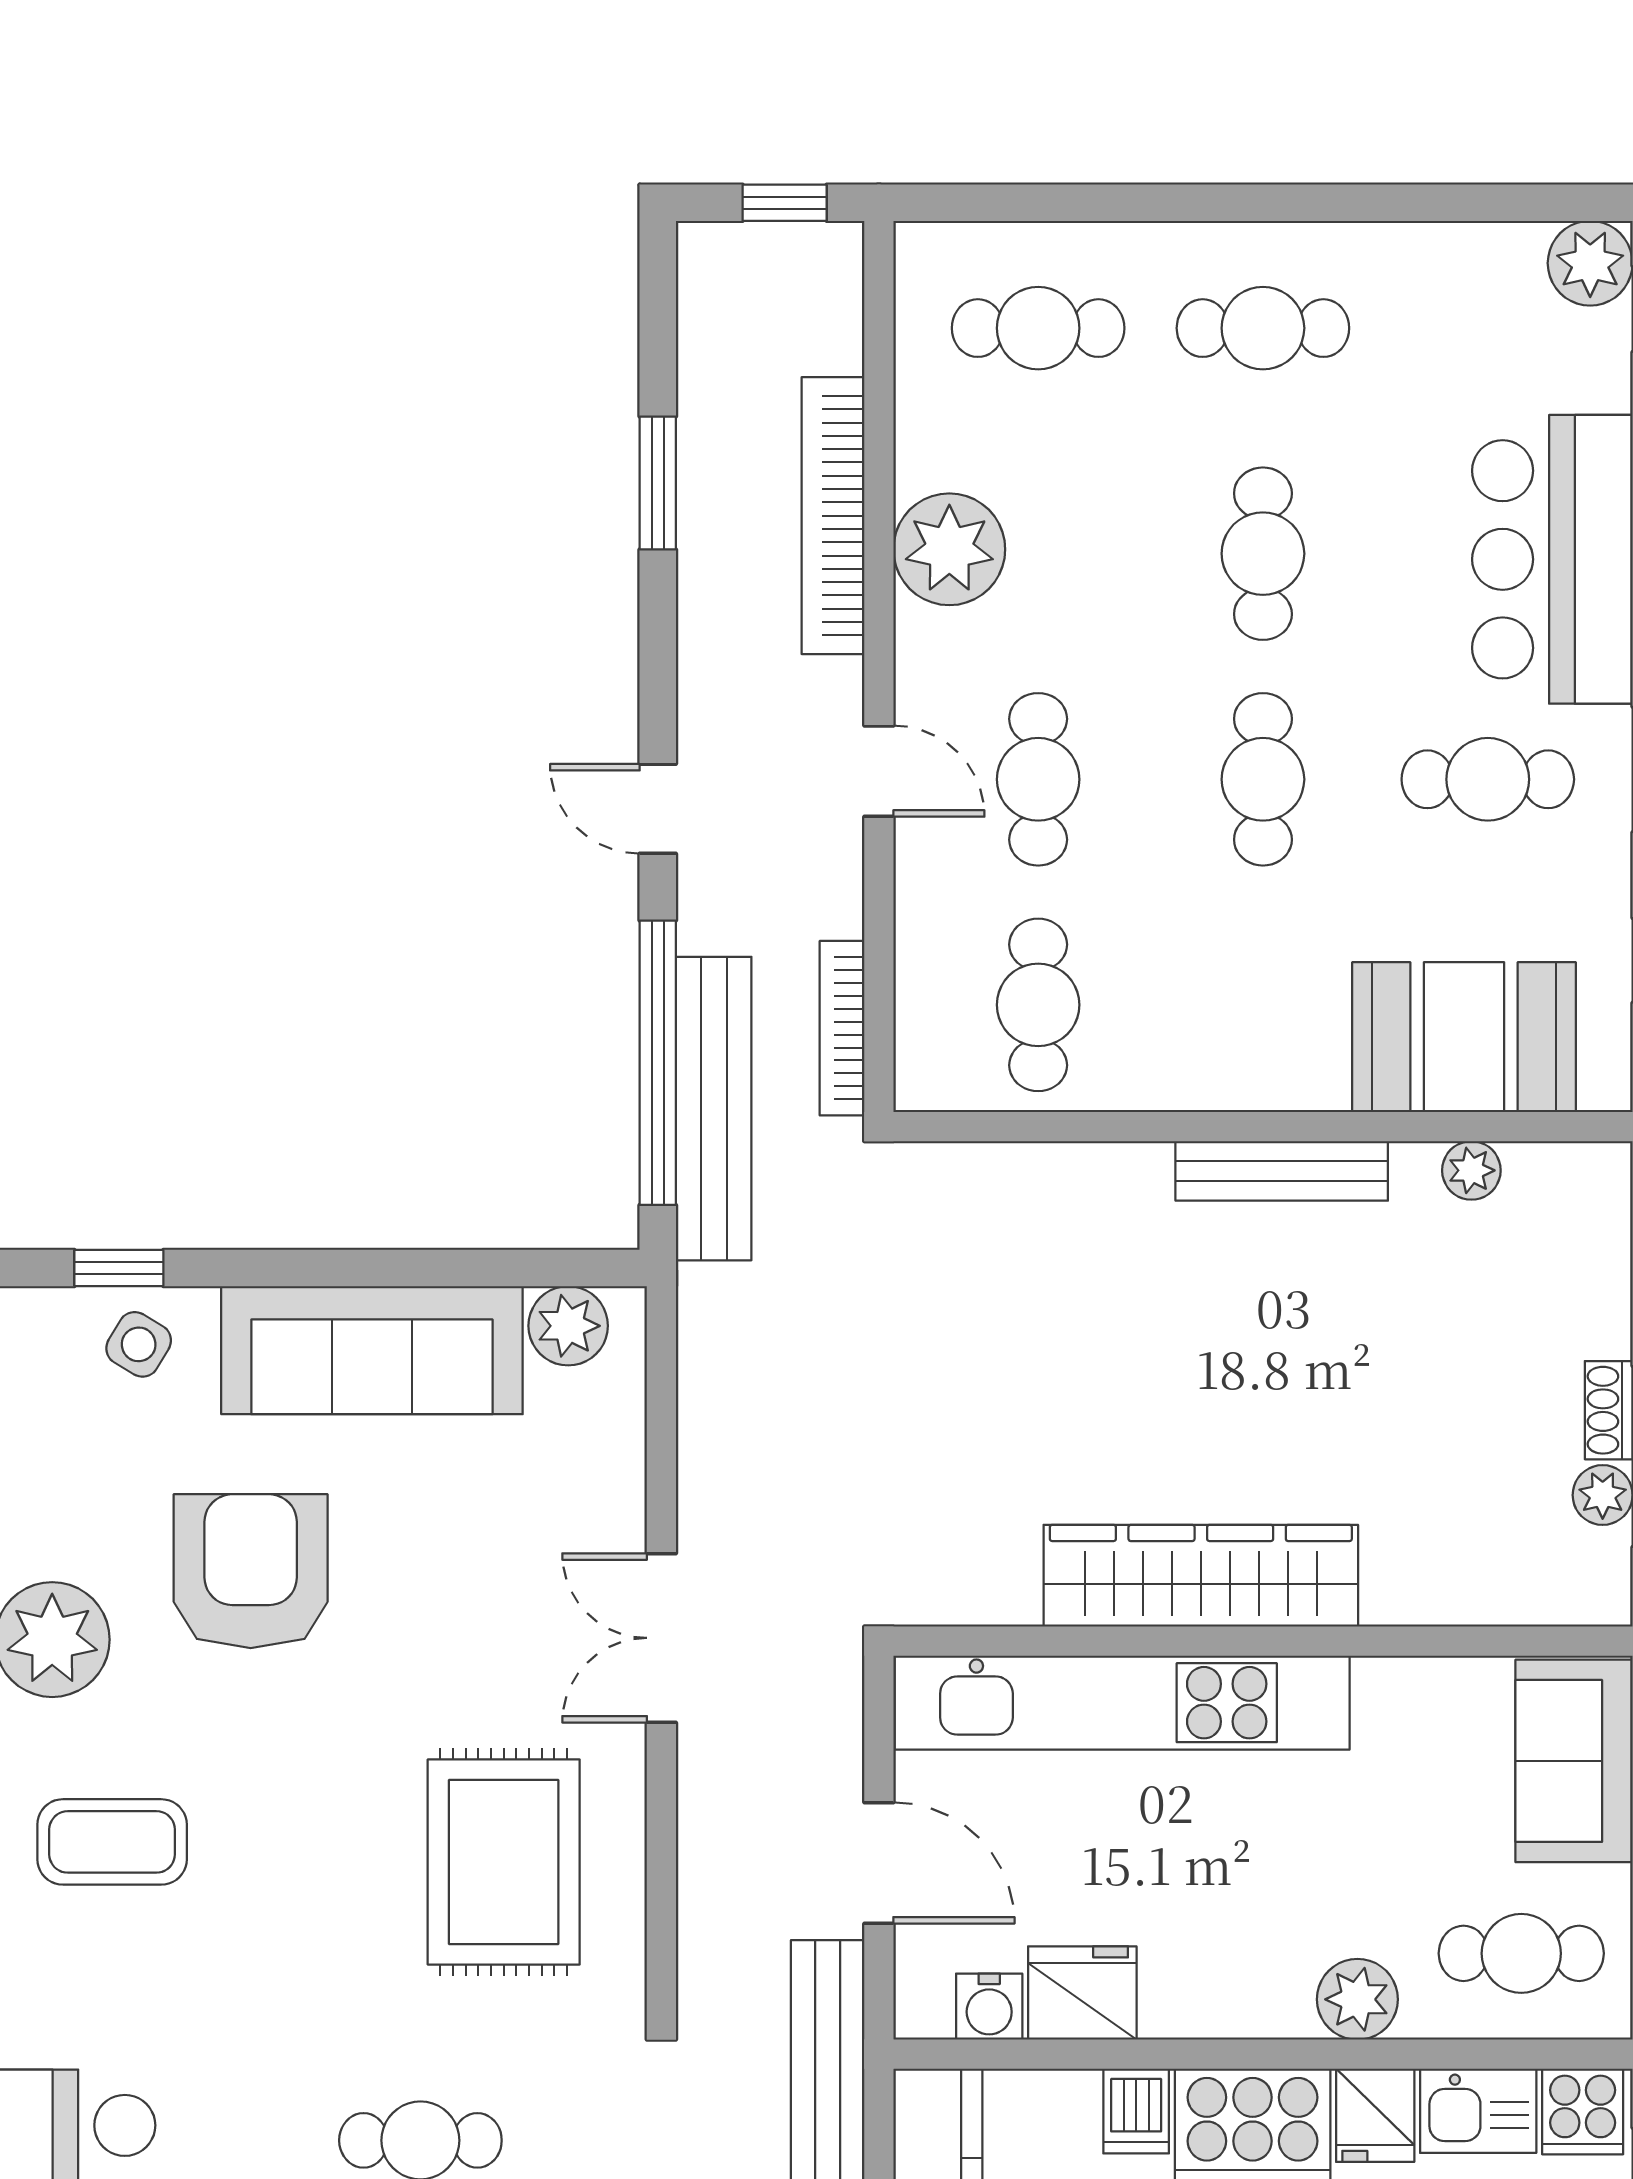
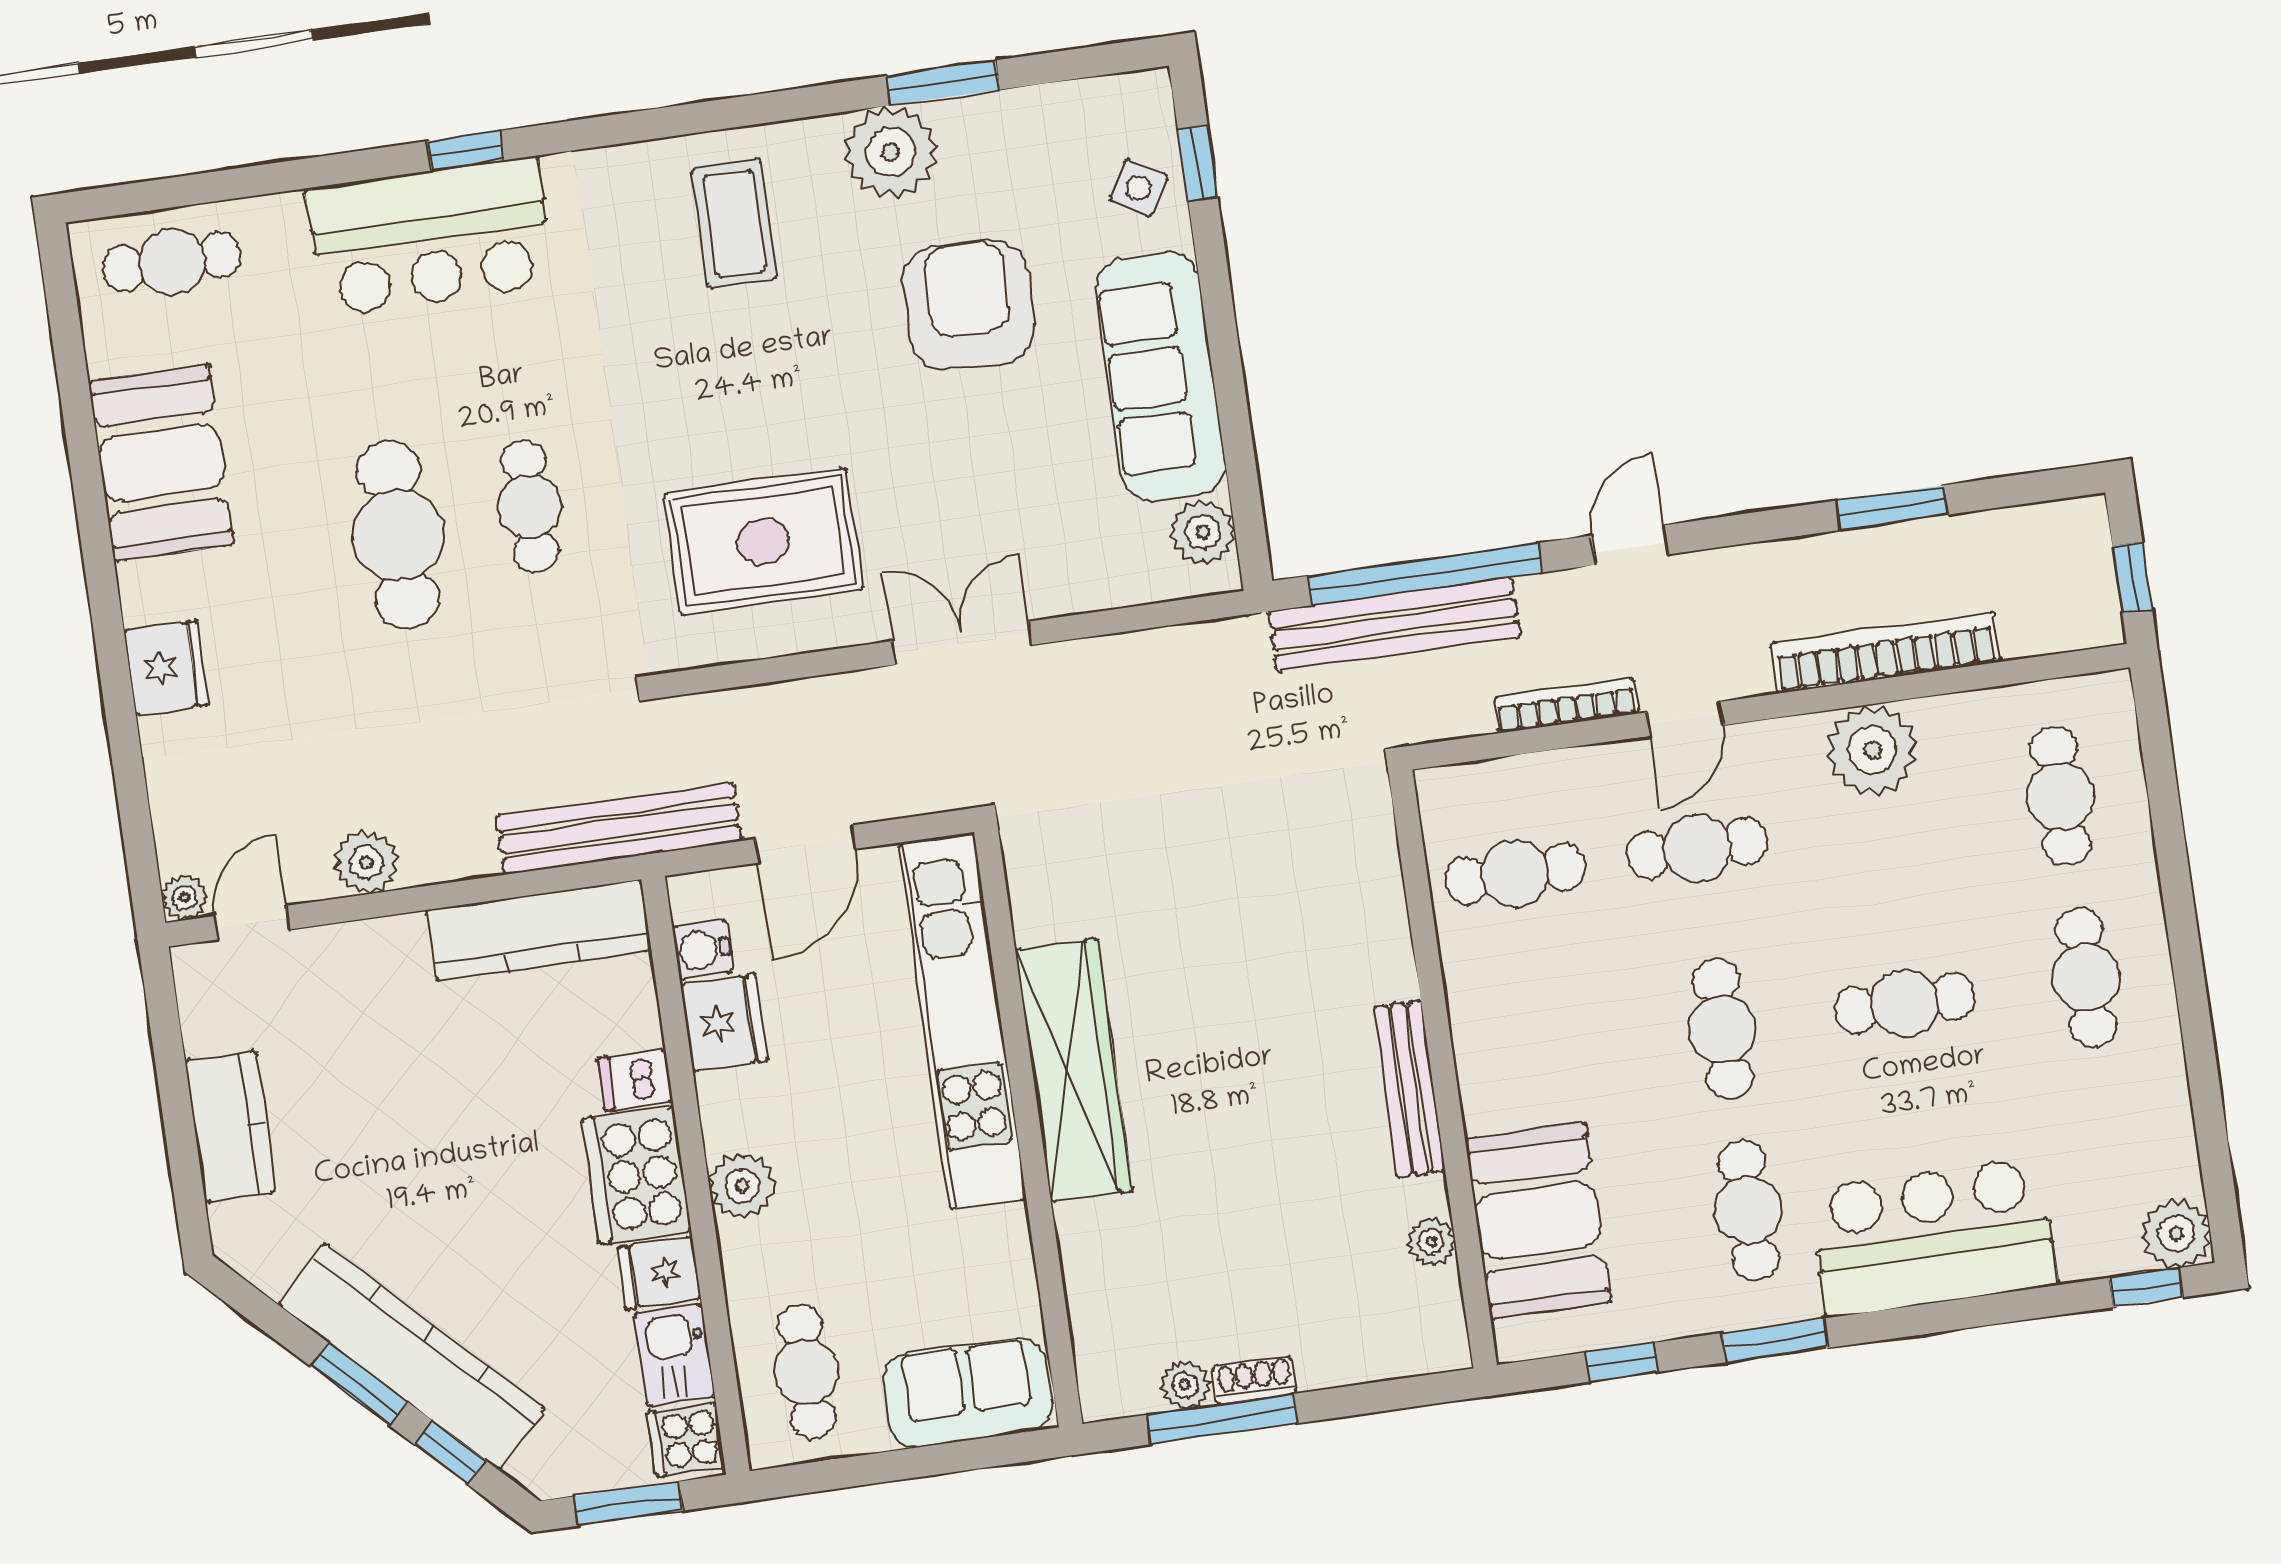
cafe table: (1263, 779) -> (1723, 1029), turned 90
bookcase: (842, 1028) -> (1566, 705), moved
armchair: (251, 1571) -> (969, 304), turned -88
plant: (1357, 1999) -> (742, 1186), moved

